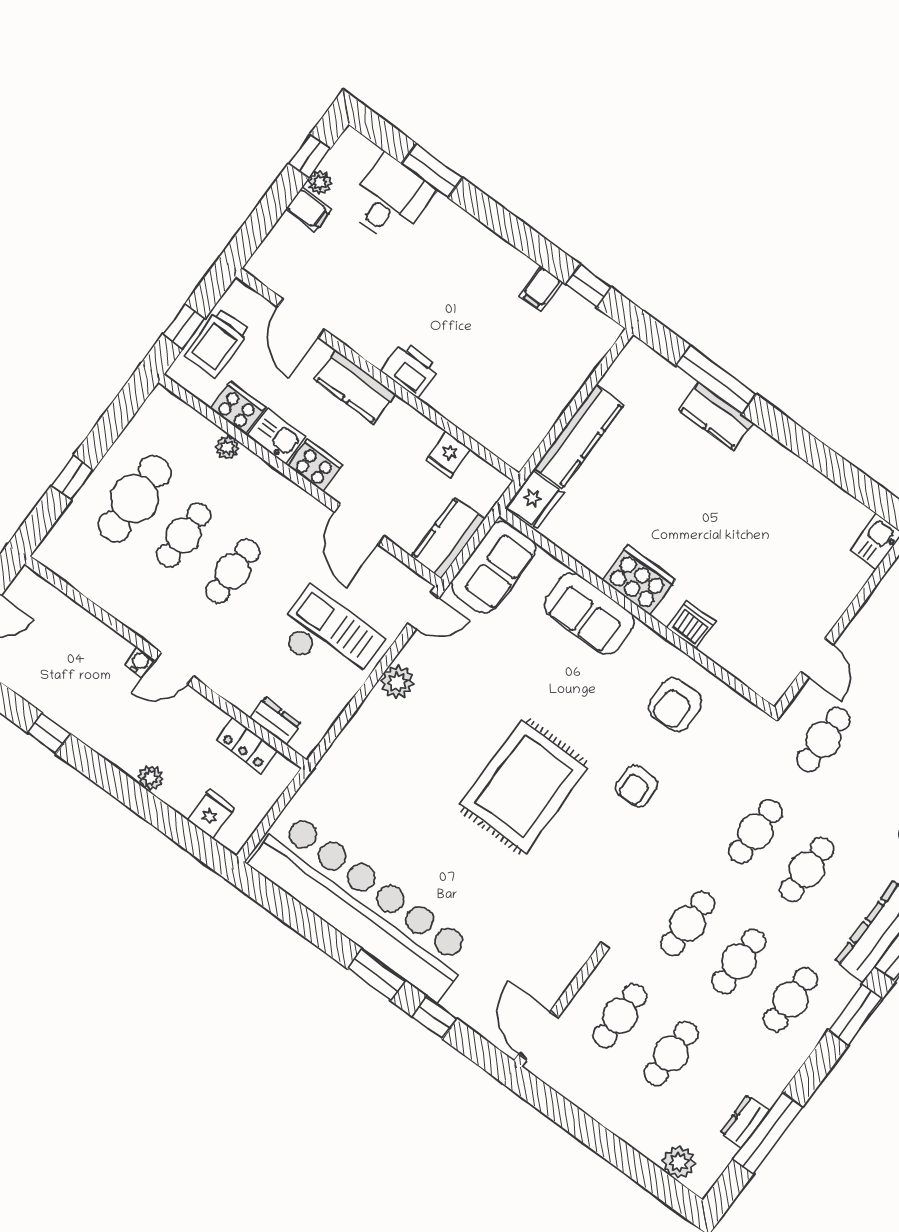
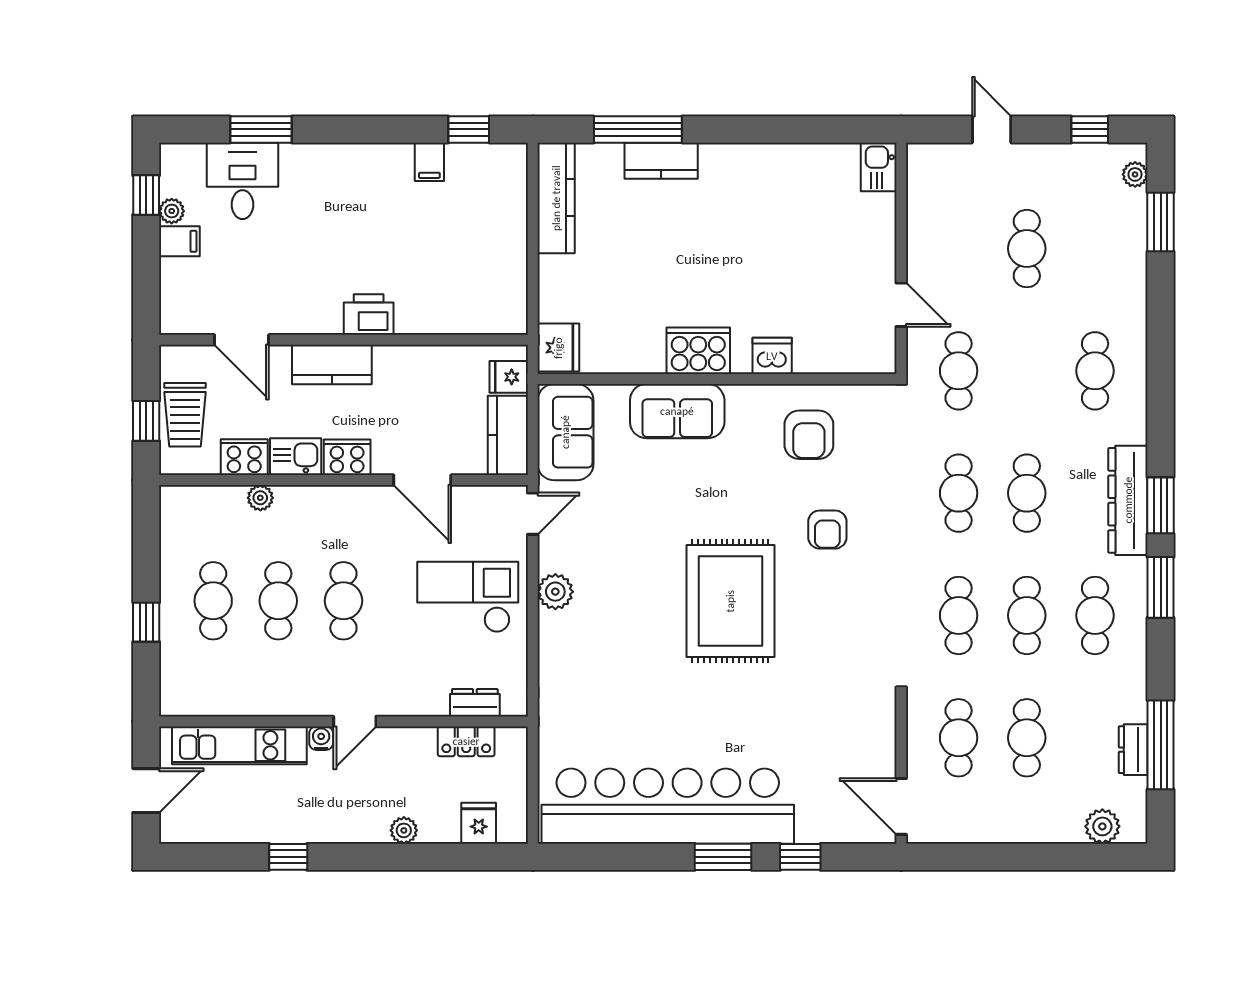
kitchen counter: (579, 437) -> (556, 198), moved
fridge: (448, 455) -> (509, 377), moved, turned 90
cafe table: (135, 499) -> (213, 601), width x0.73, depth x0.74
kitchen unit: (74, 622) -> (239, 745), added

